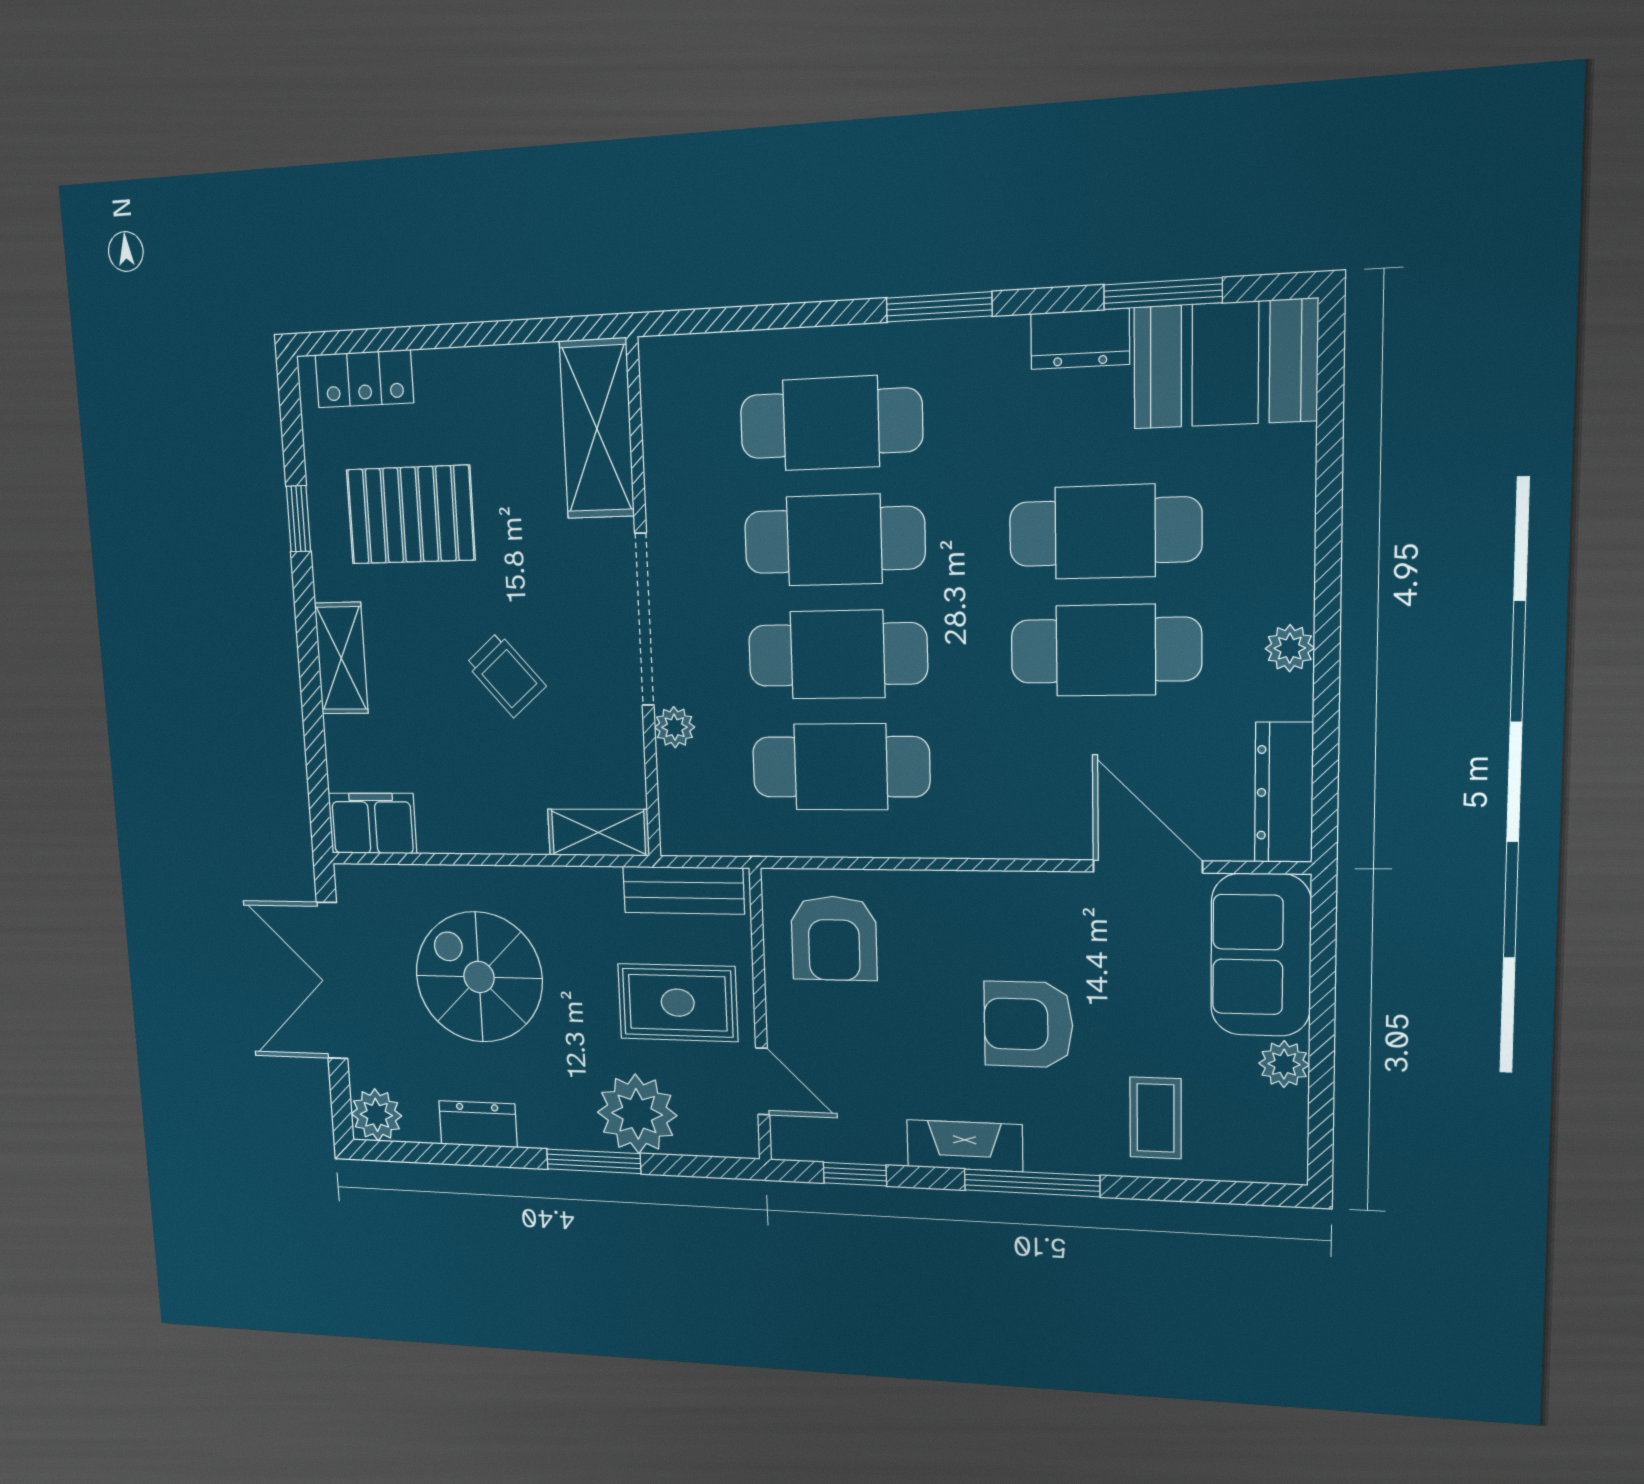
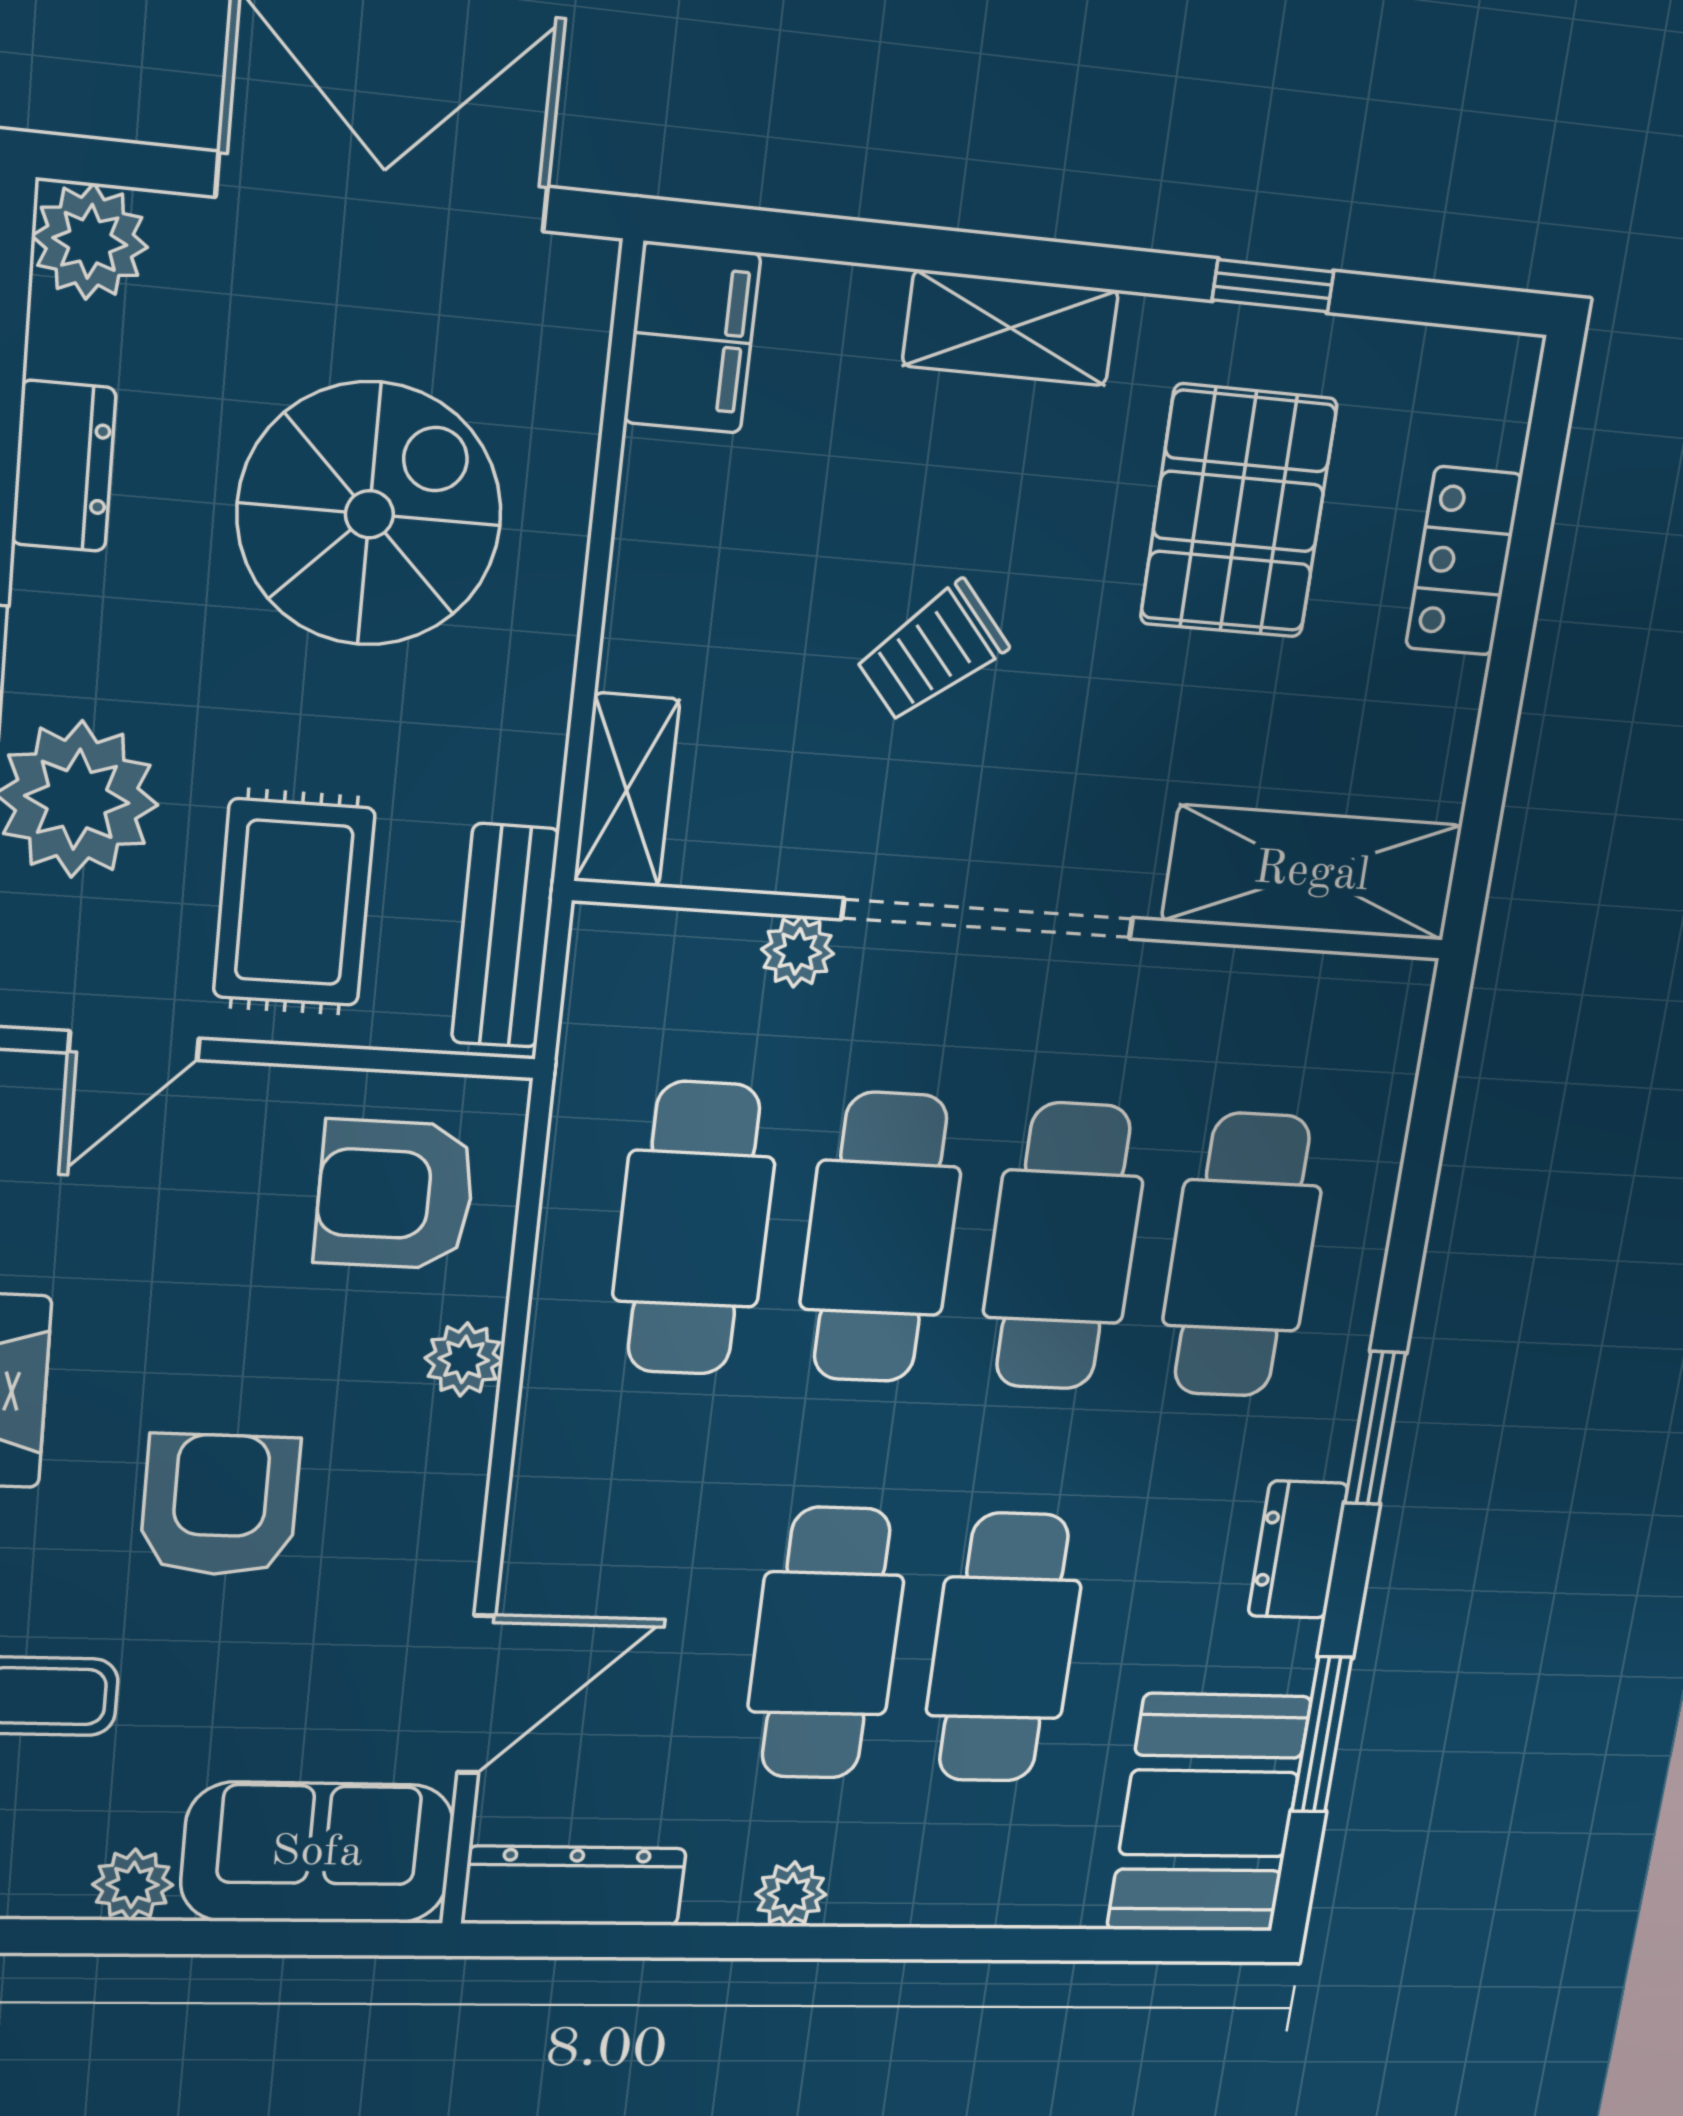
dresser: (1080, 339) -> (1298, 1550), moved
locker: (364, 379) -> (1464, 561), moved
plant: (930, 892) -> (464, 1359), added

